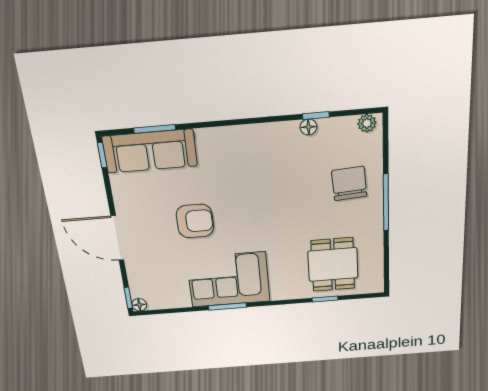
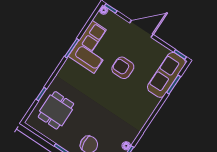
armchair: (195, 221) -> (123, 68), turned 90
dining table: (333, 265) -> (56, 110), turned 90
corner sofa: (228, 280) -> (93, 47), moved

